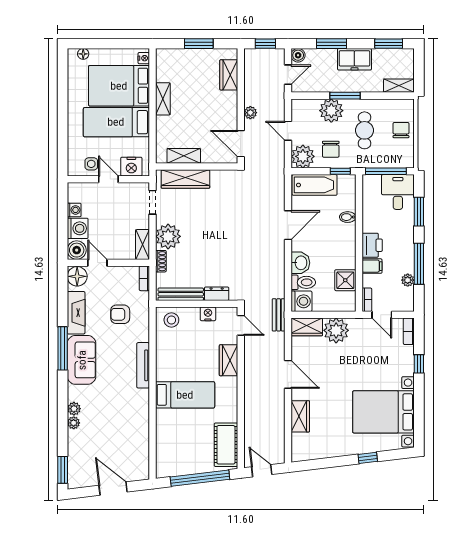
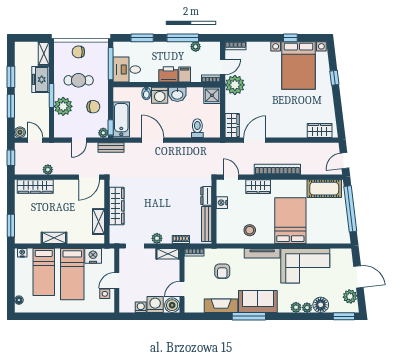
window: (199, 44) -> (11, 226), moved
window: (389, 44) -> (11, 77), moved
freezer: (354, 59) -> (40, 79), moved, turned 180
wardrobe: (229, 75) -> (35, 186), width x1.50
bed: (119, 86) -> (44, 272), width x0.67
plant: (250, 113) -> (48, 170), moved
plant: (303, 156) -> (103, 133), width x0.53, depth x0.53
nightstand: (131, 167) -> (93, 256), moved, turned -90
window: (340, 171) -> (111, 127), moved
wardrobe: (185, 179) -> (117, 206), moved
desk: (398, 192) -> (127, 70), moved
plant: (168, 236) -> (157, 238), width x0.53, depth x0.53
washbasin: (300, 263) -> (177, 94), moved, turned 180
floor lamp: (77, 276) -> (321, 305), moved
shower: (345, 280) -> (212, 95), moved
washing machine: (301, 301) -> (160, 95), moved, turned 180
bench: (279, 315) -> (111, 147), moved
stool: (171, 320) -> (250, 230), moved
door: (241, 325) -> (231, 177), hinge flipped
plant: (336, 330) -> (235, 85), moved
window: (419, 364) -> (290, 38), moved
door: (288, 374) -> (255, 140), moved
bookcase: (251, 385) -> (277, 169), added
bed: (185, 395) -> (290, 221), width x1.50
wardrobe: (300, 416) -> (320, 130), moved
corner sofa: (127, 420) -> (305, 266), added
plant: (88, 478) -> (350, 296), added
door: (113, 489) -> (358, 277), swing flipped

